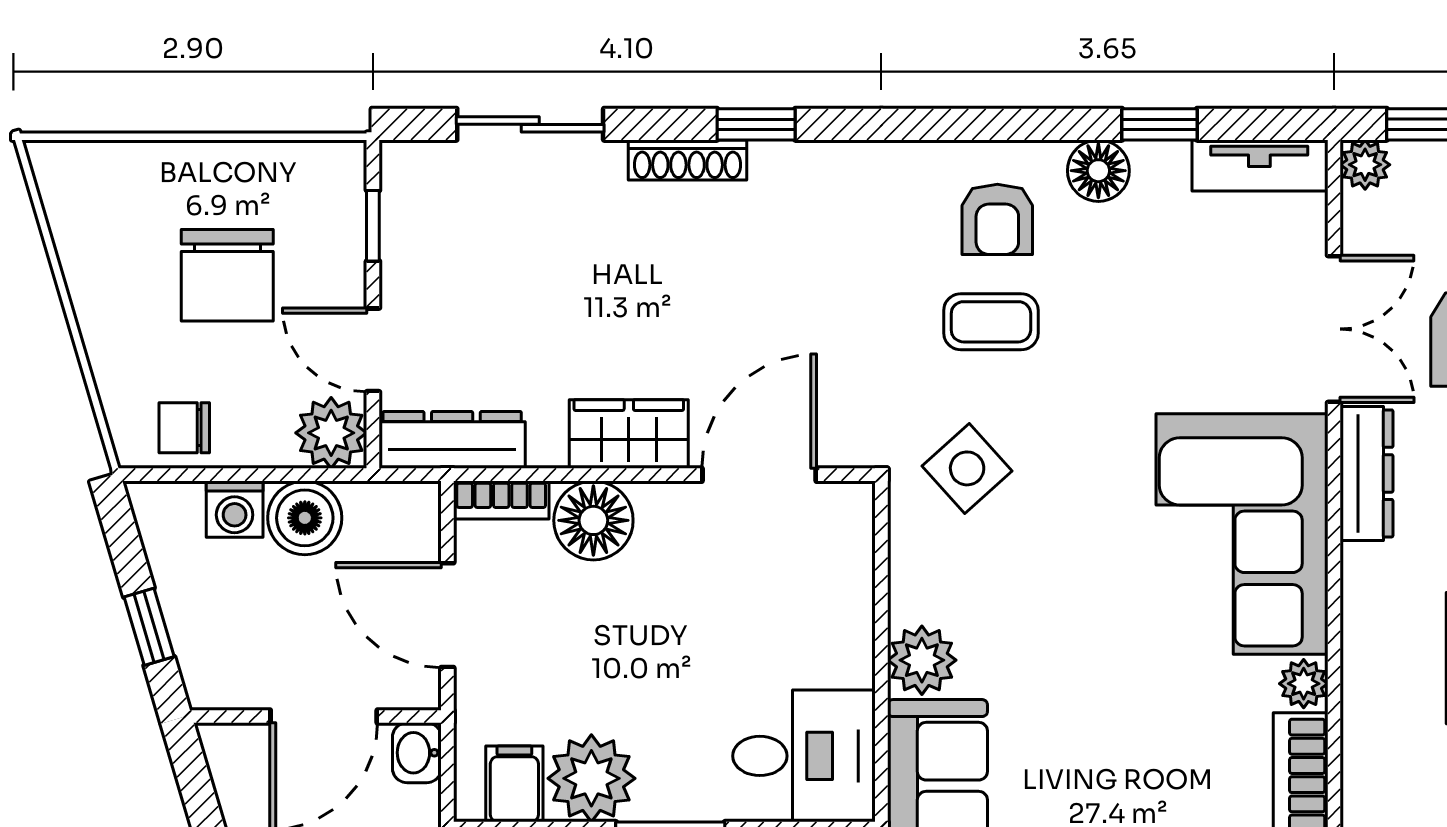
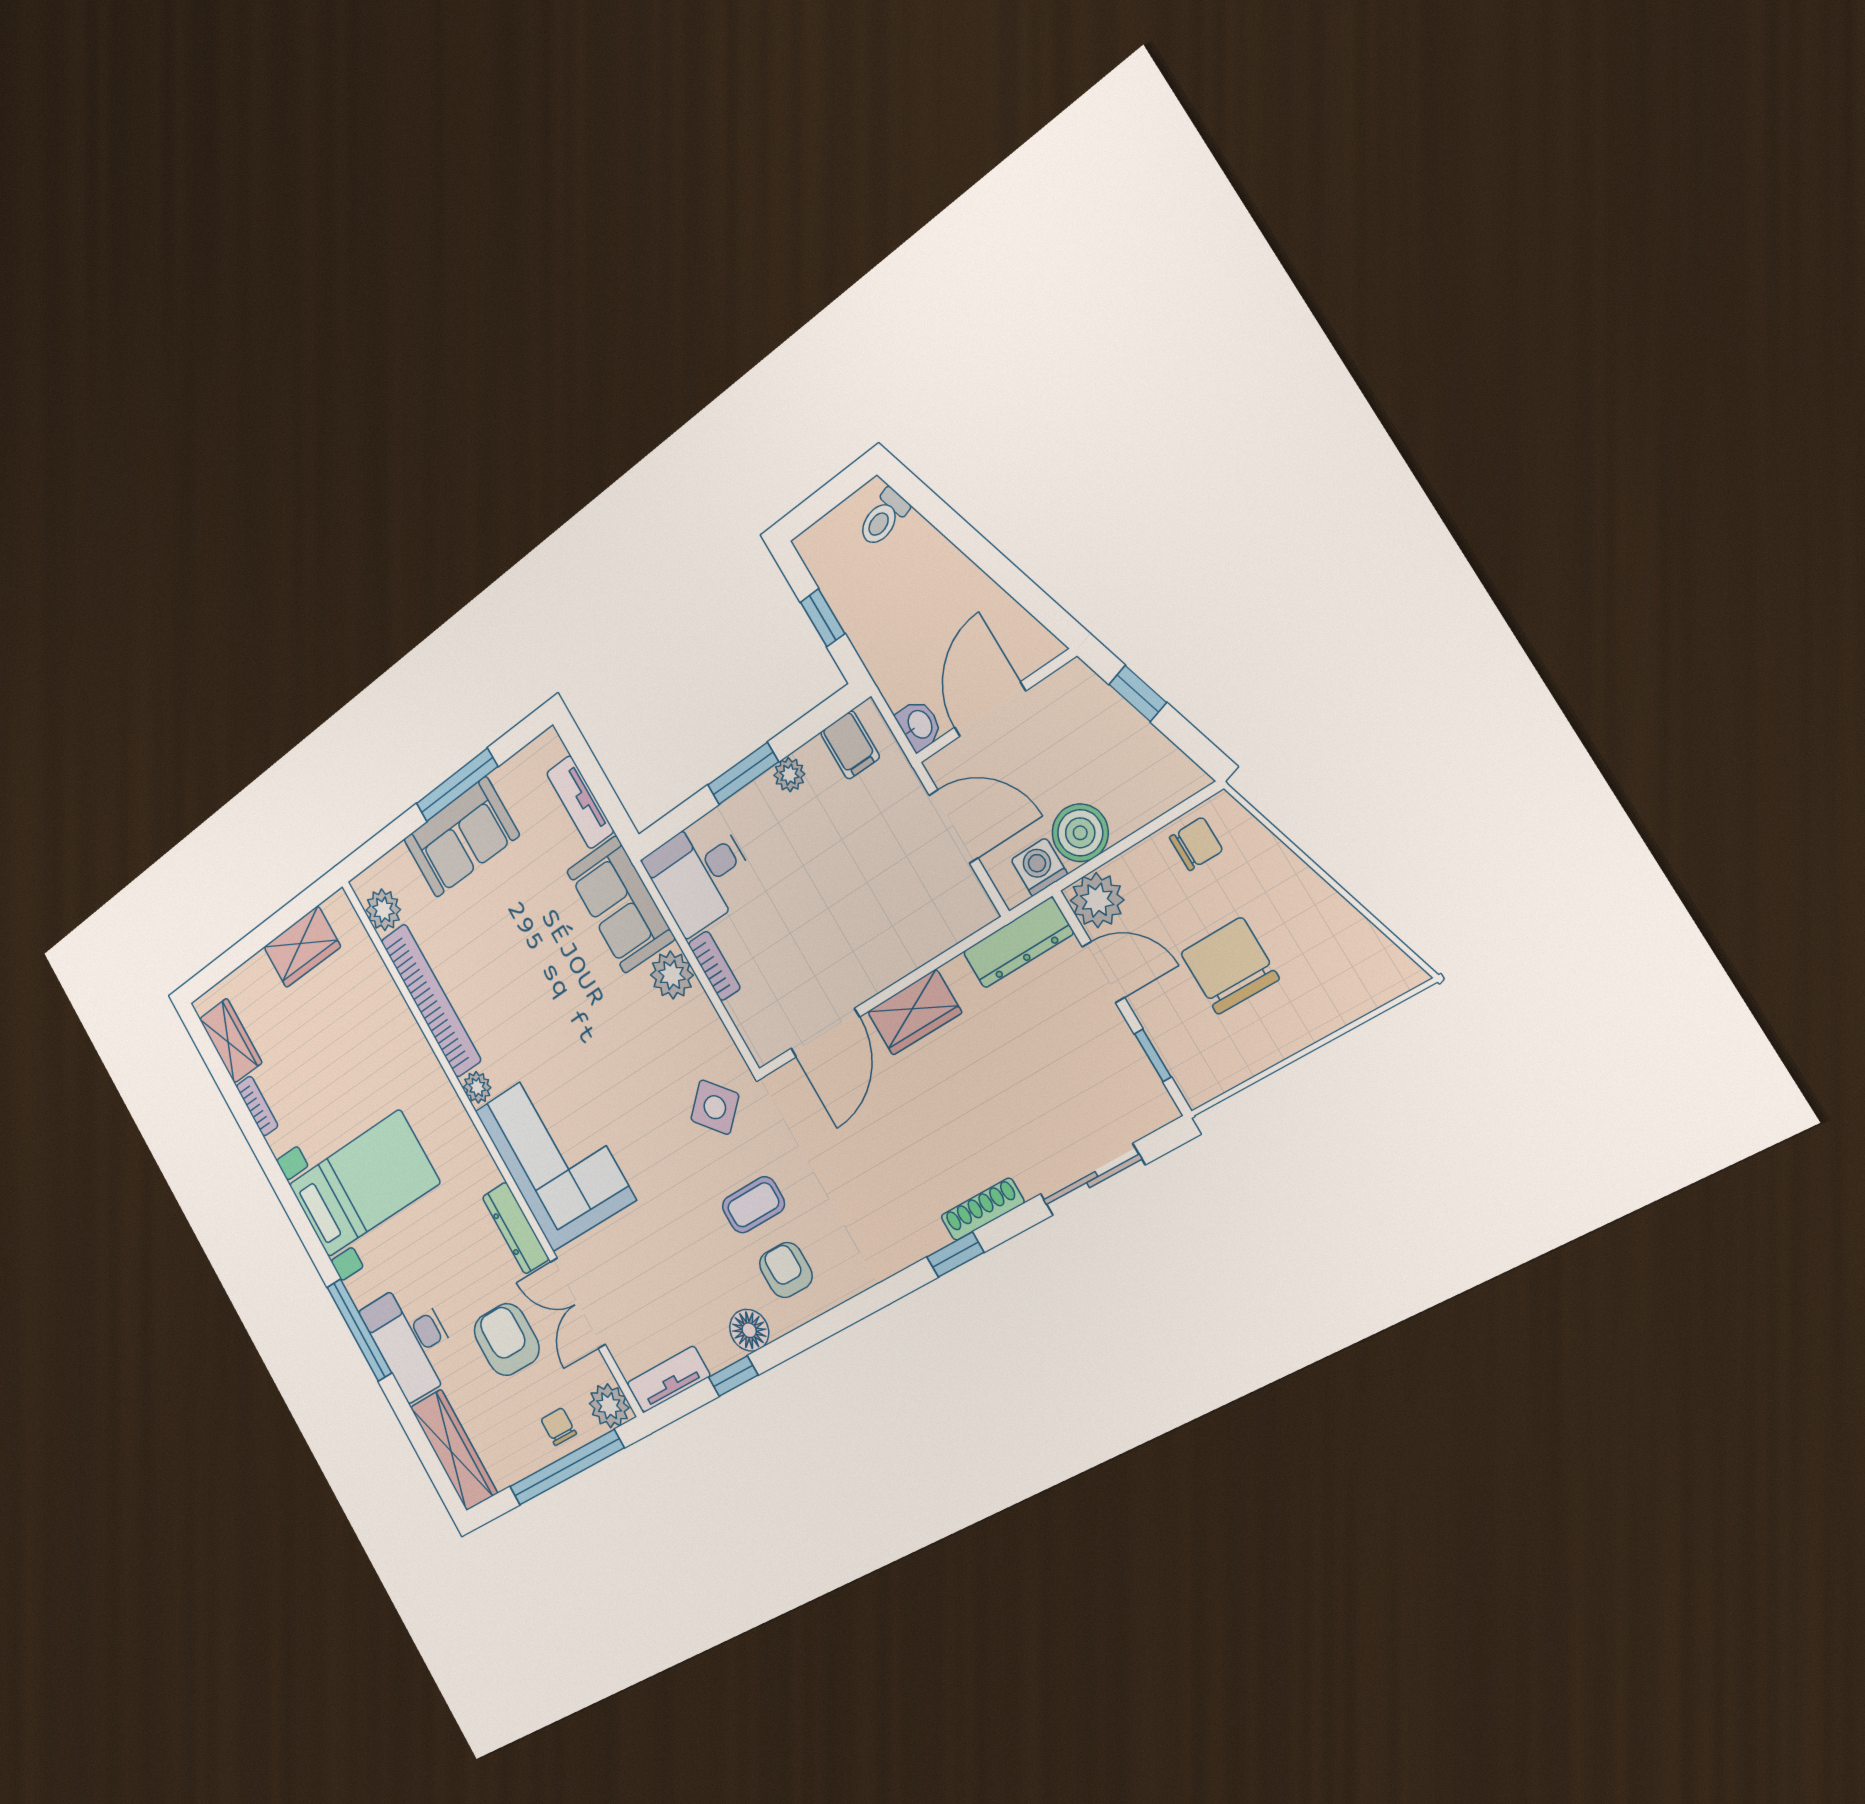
plant: (1365, 165) -> (609, 1406), width x1.38, depth x1.38
bookcase: (501, 500) -> (714, 966), moved, turned 90
washing machine: (235, 509) -> (1039, 867), moved
floor lamp: (593, 520) -> (903, 944), removed
plant: (591, 778) -> (789, 775), width x0.53, depth x0.53

